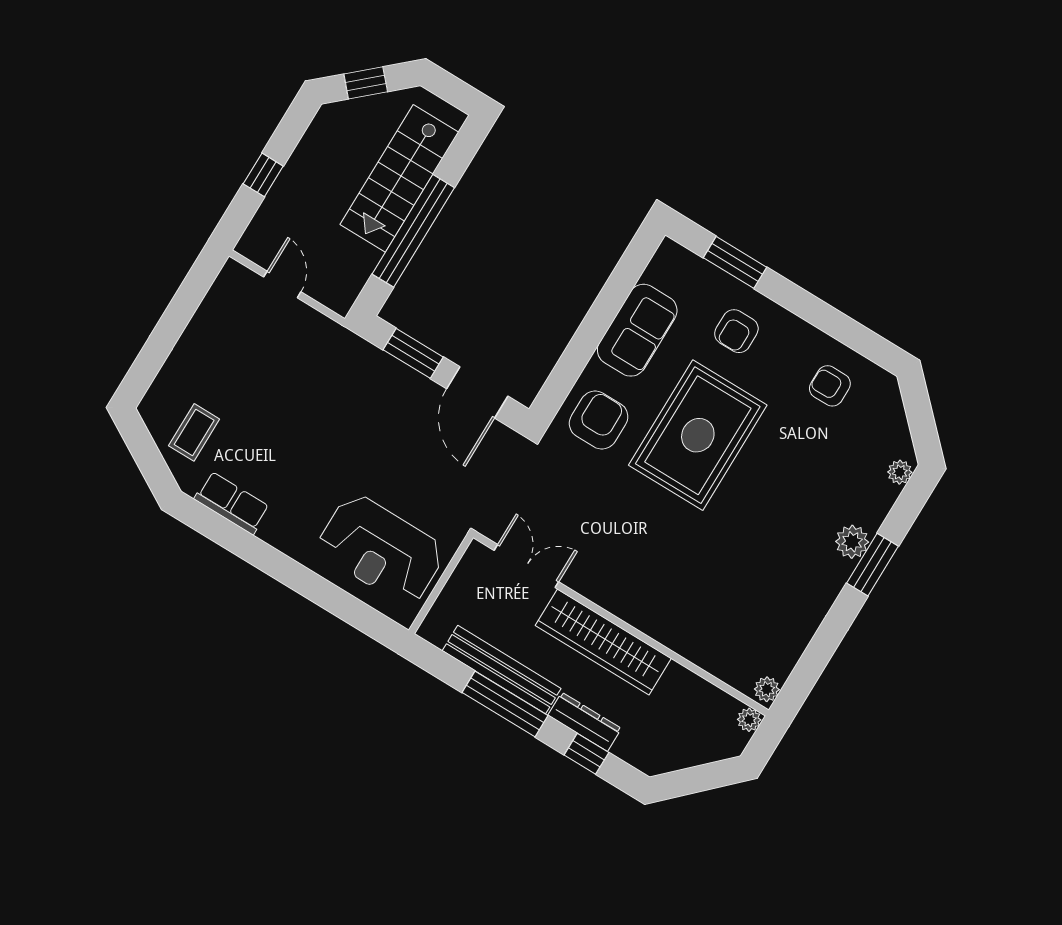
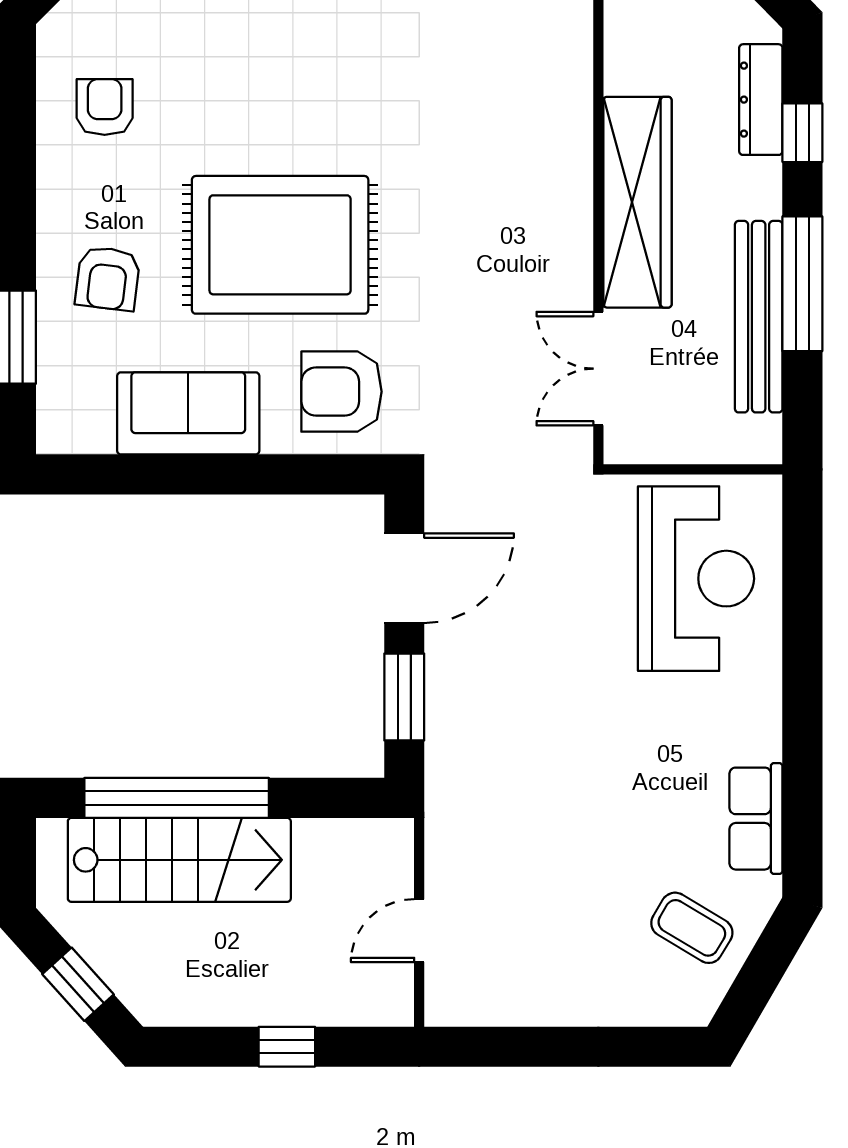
window: (413, 231) -> (177, 798), moved
armchair: (736, 331) -> (108, 279), turned 97
armchair: (830, 386) -> (105, 107), turned 180
coffee table: (194, 432) -> (692, 928), turned 31
dresser: (585, 722) -> (761, 100), moved

